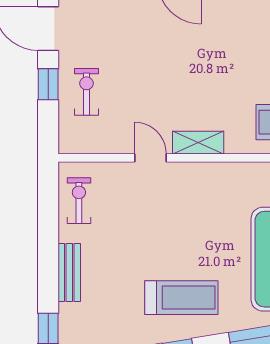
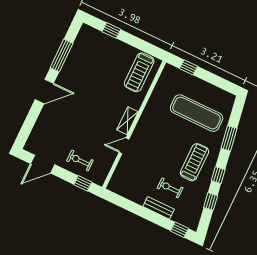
window: (48, 84) -> (83, 183), moved
exercise bike: (79, 201) -> (170, 188), moved

